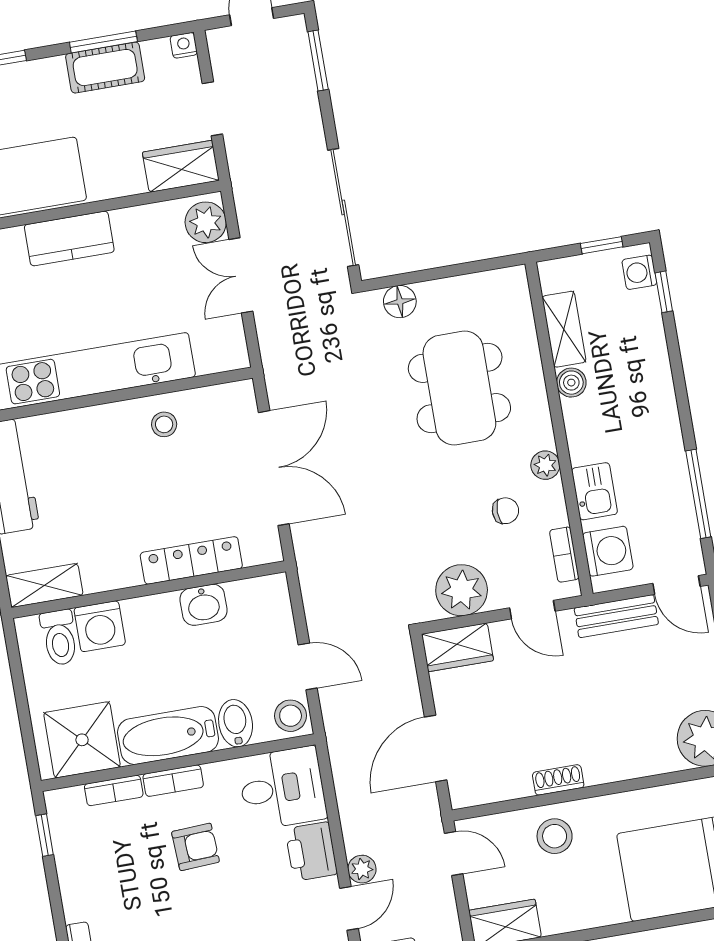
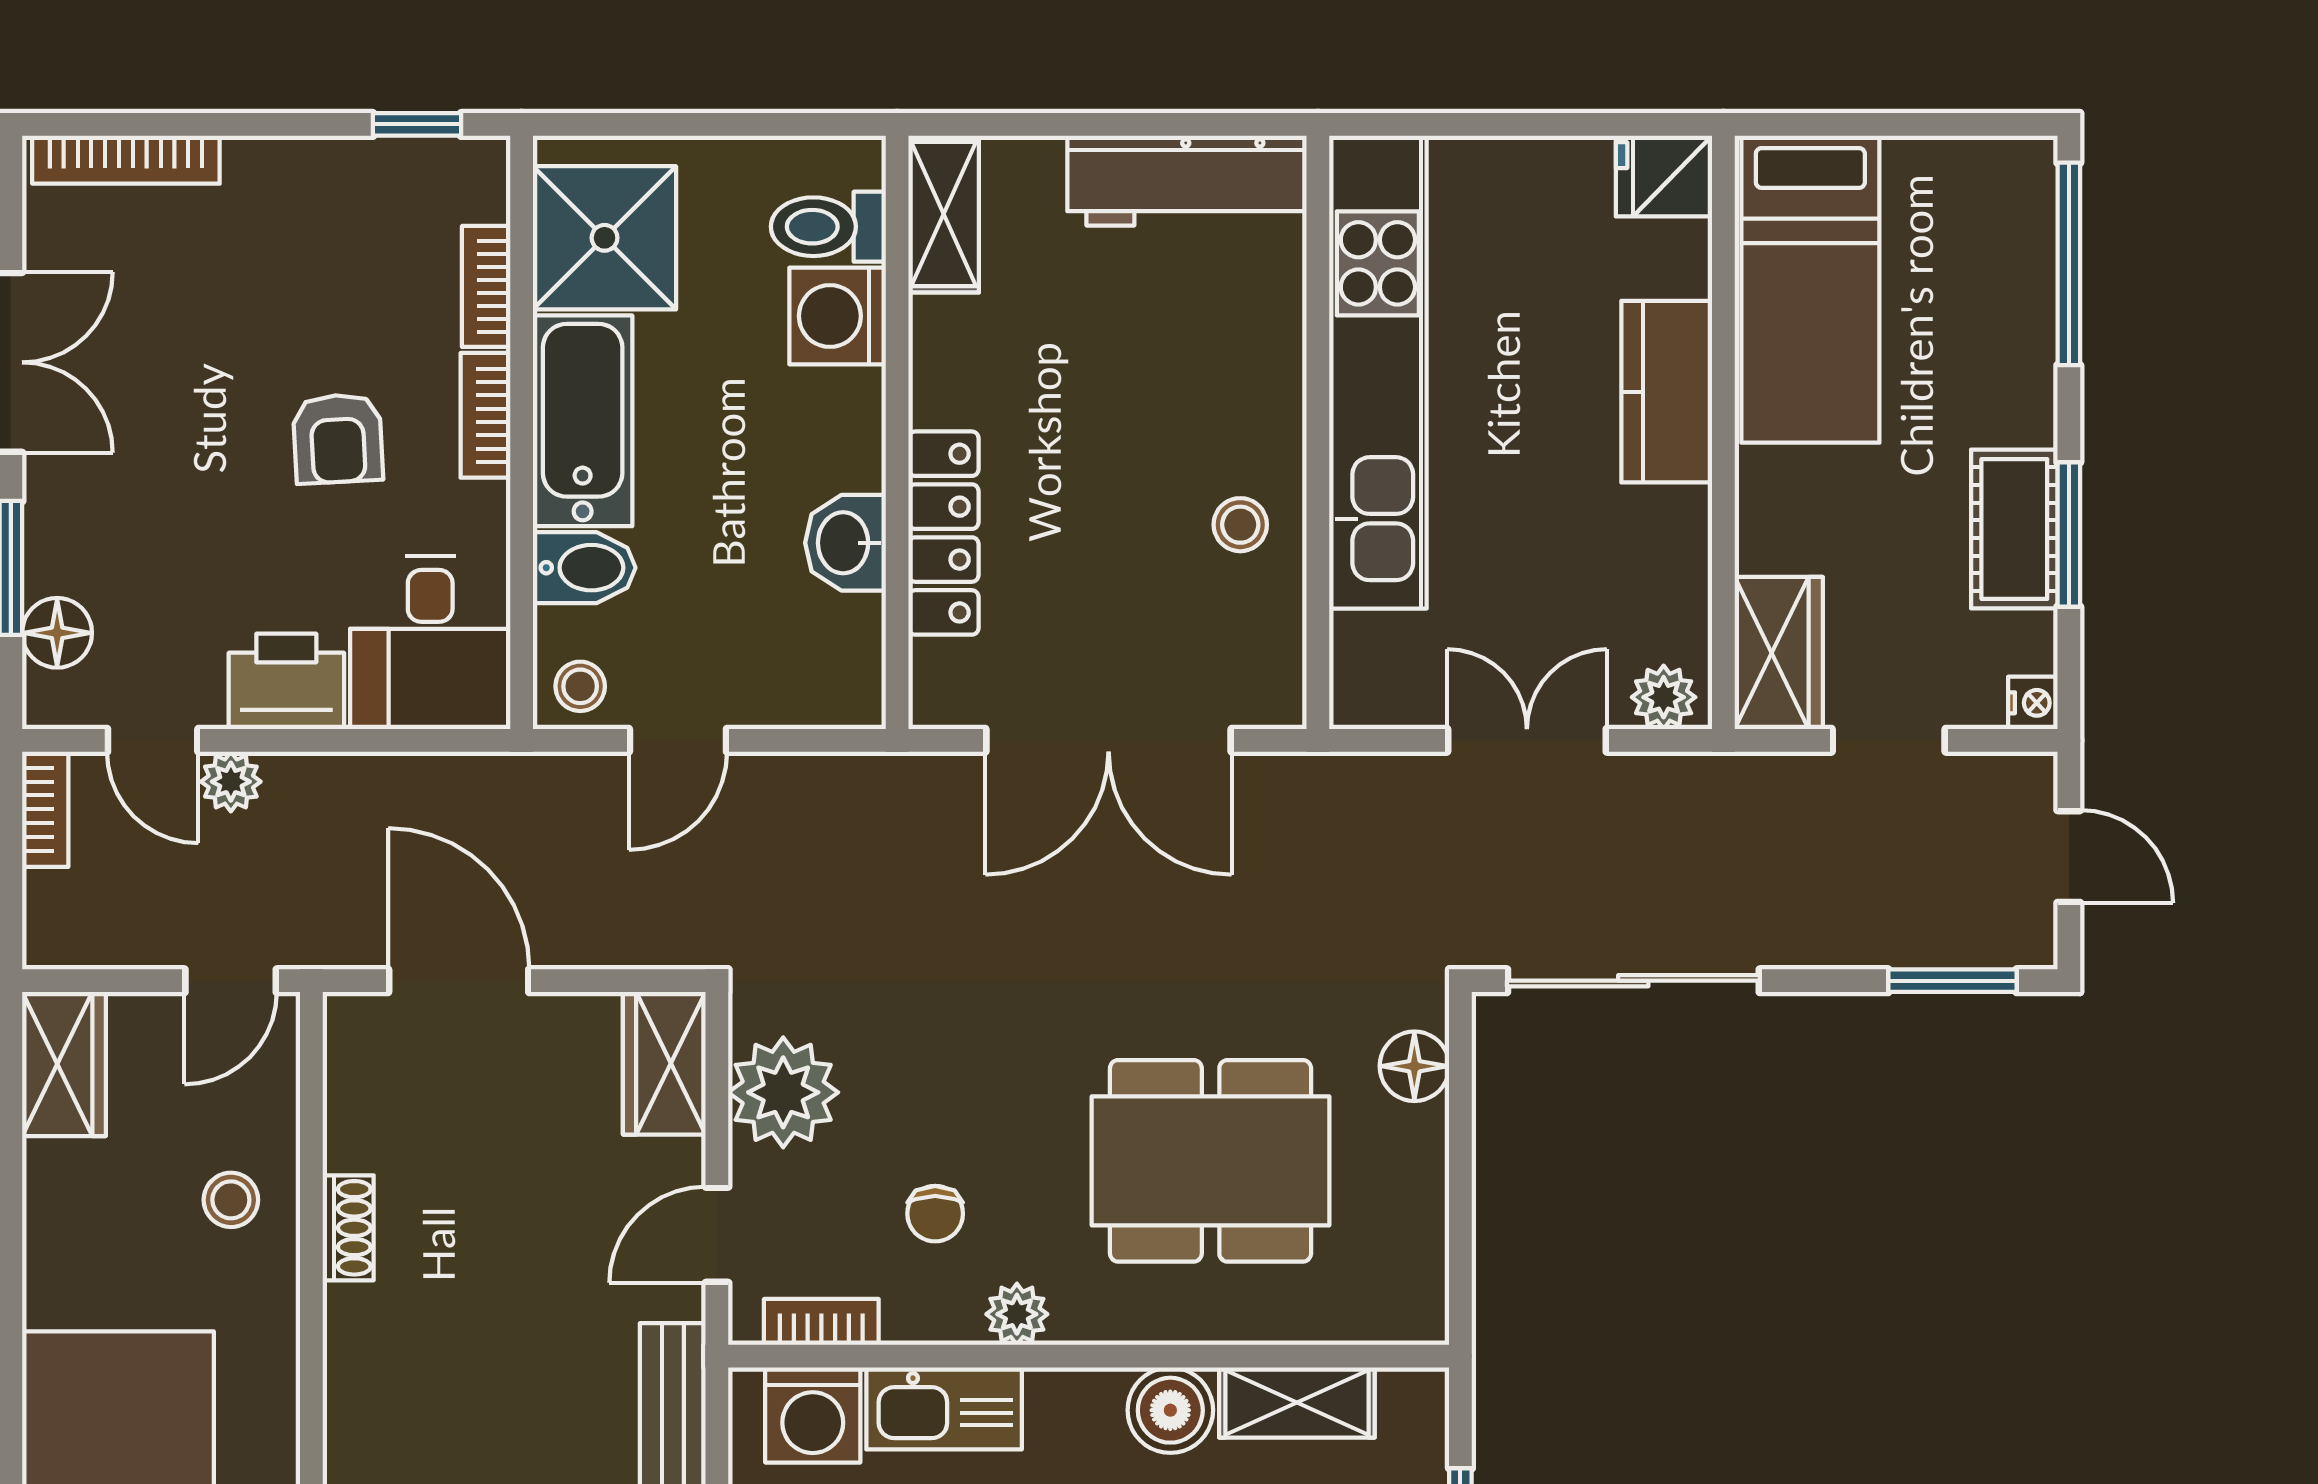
plant: (206, 222) -> (1664, 697), width x0.73, depth x0.73
boiler: (571, 383) -> (1170, 1410), width x1.36, depth x1.36
kitchen sink: (594, 491) -> (944, 1408), width x1.38
stool: (291, 716) -> (580, 686), width x0.73, depth x0.73
stool: (555, 836) -> (231, 1200), width x0.73, depth x0.73

